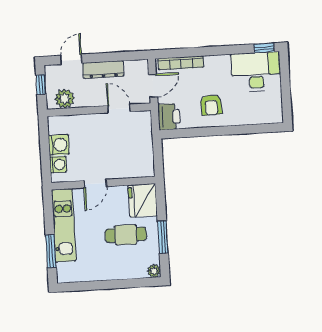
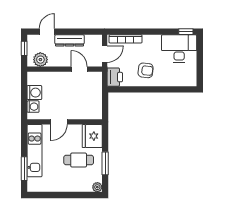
armchair: (211, 105) -> (146, 70), turned -82

